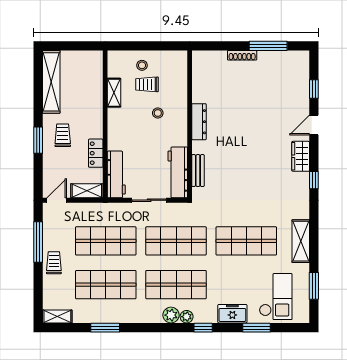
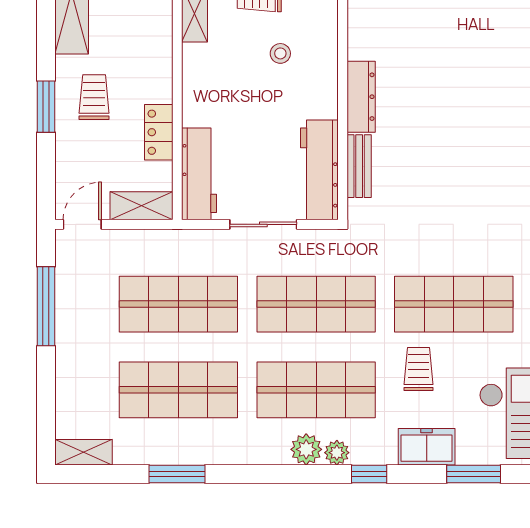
dresser: (199, 122) -> (361, 97), moved
trolley: (54, 263) -> (418, 369), moved

